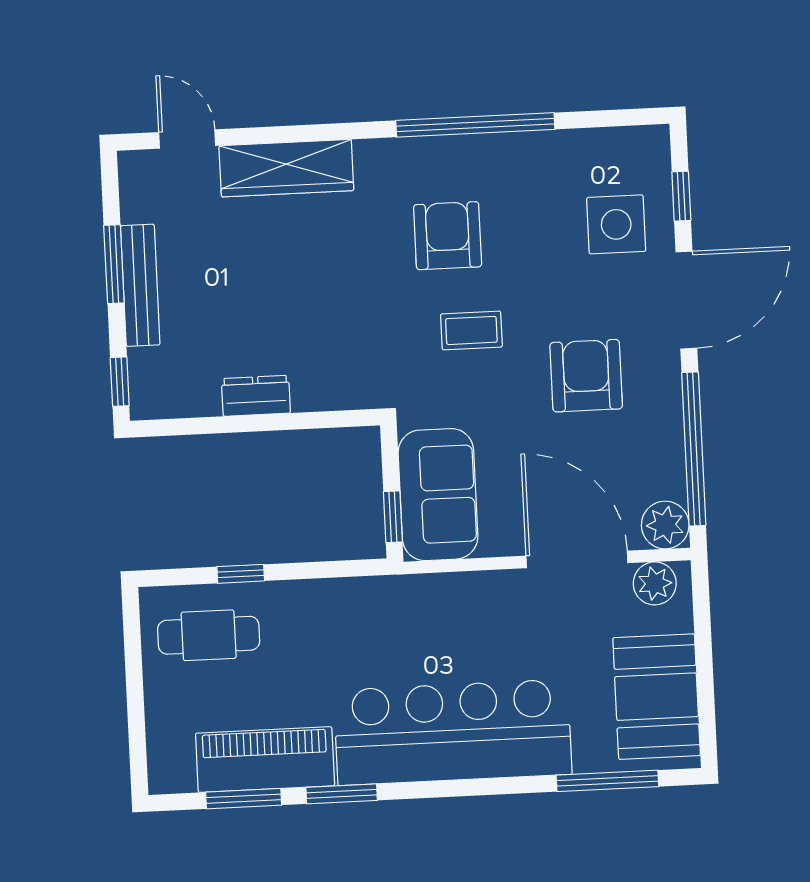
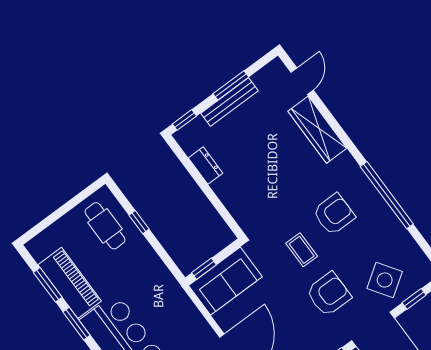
side table: (616, 224) -> (385, 280), turned -34
armchair: (586, 376) -> (329, 294), moved
dresser: (256, 396) -> (205, 166), moved

